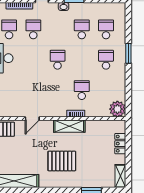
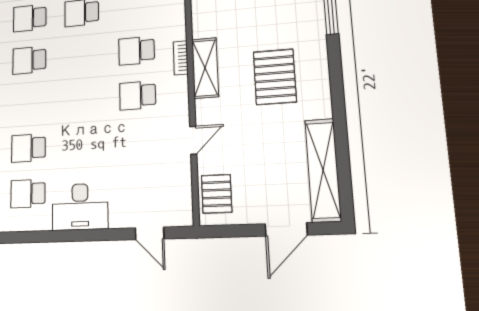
school desk: (58, 60) -> (138, 95), moved
door: (32, 119) -> (193, 140), hinge flipped

